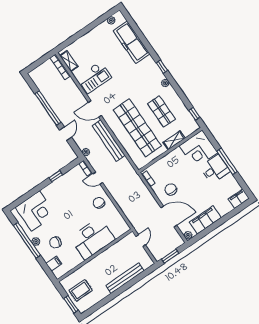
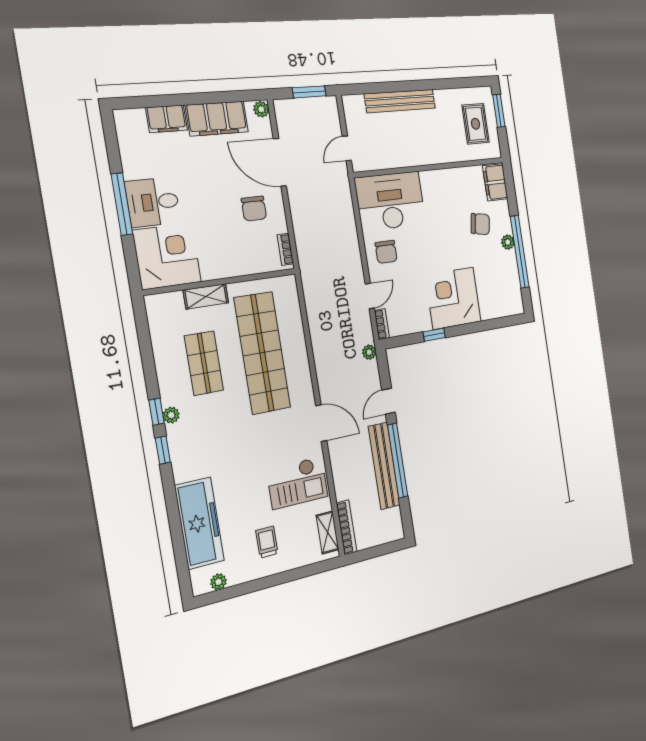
trolley: (97, 46) -> (267, 542), added
checkout: (94, 77) -> (297, 483), turned 180
window: (194, 114) -> (156, 412), moved
bench: (109, 141) -> (384, 466), moved
door: (98, 178) -> (370, 296), hinge flipped
filing cabinet: (239, 199) -> (166, 119), moved
corner desk: (36, 211) -> (453, 298), moved
desk: (92, 239) -> (390, 201), moved
filing cabinet: (54, 264) -> (495, 182), width x2.00
rug: (81, 290) -> (476, 124), turned 90

